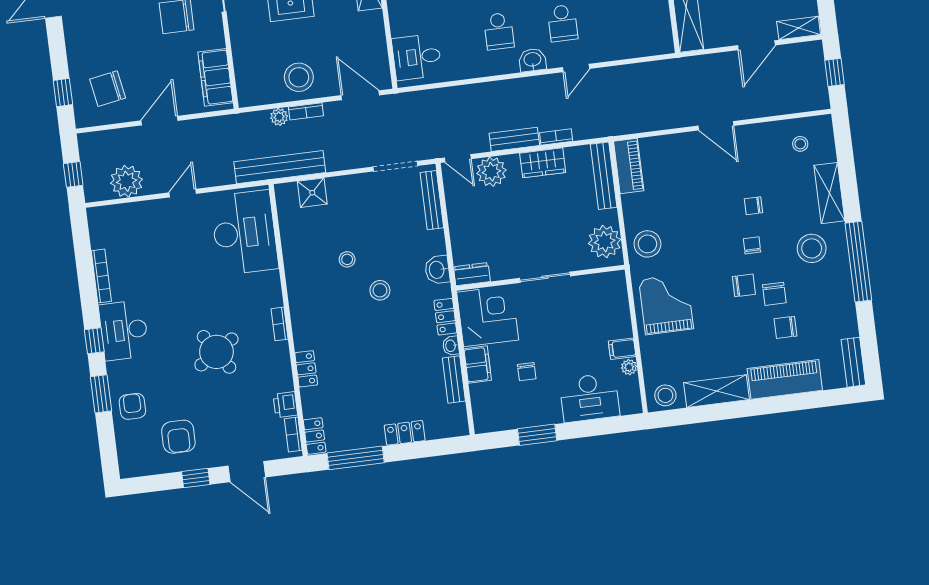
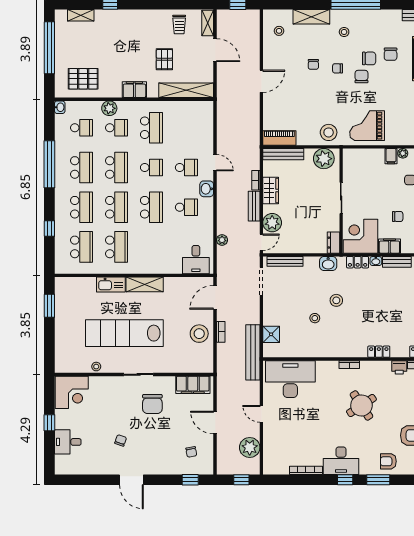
chair: (108, 89) -> (191, 452), width x0.54, depth x0.54
plant: (279, 117) -> (222, 240), moved
stool: (812, 248) -> (344, 32), width x0.53, depth x0.53

